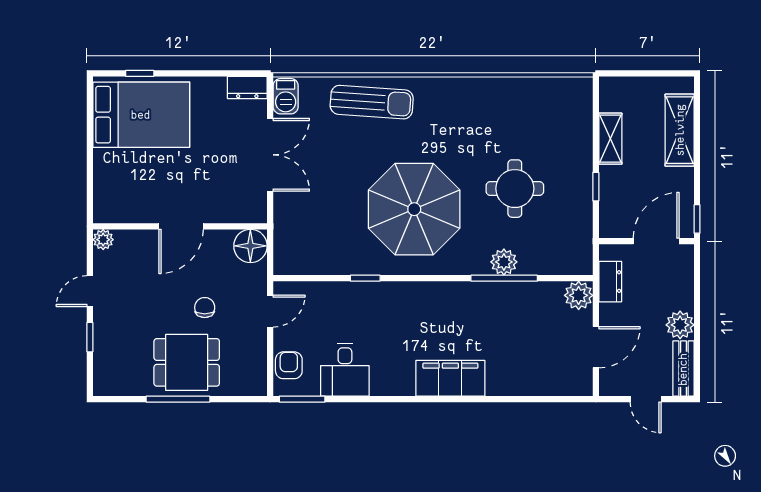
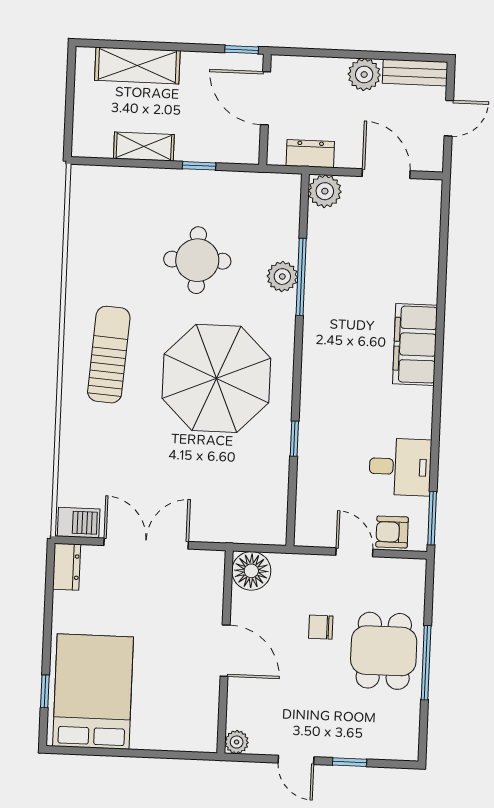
sun lounger: (372, 102) -> (109, 355), moved
door: (270, 311) -> (354, 552), moved

